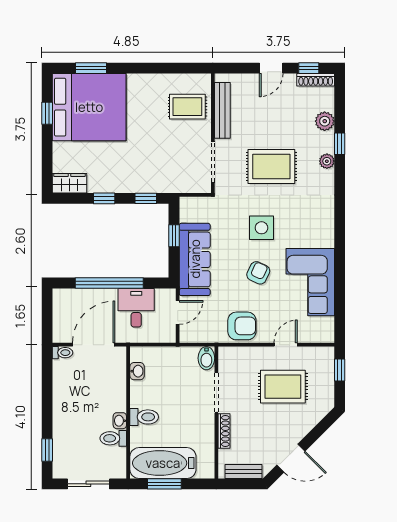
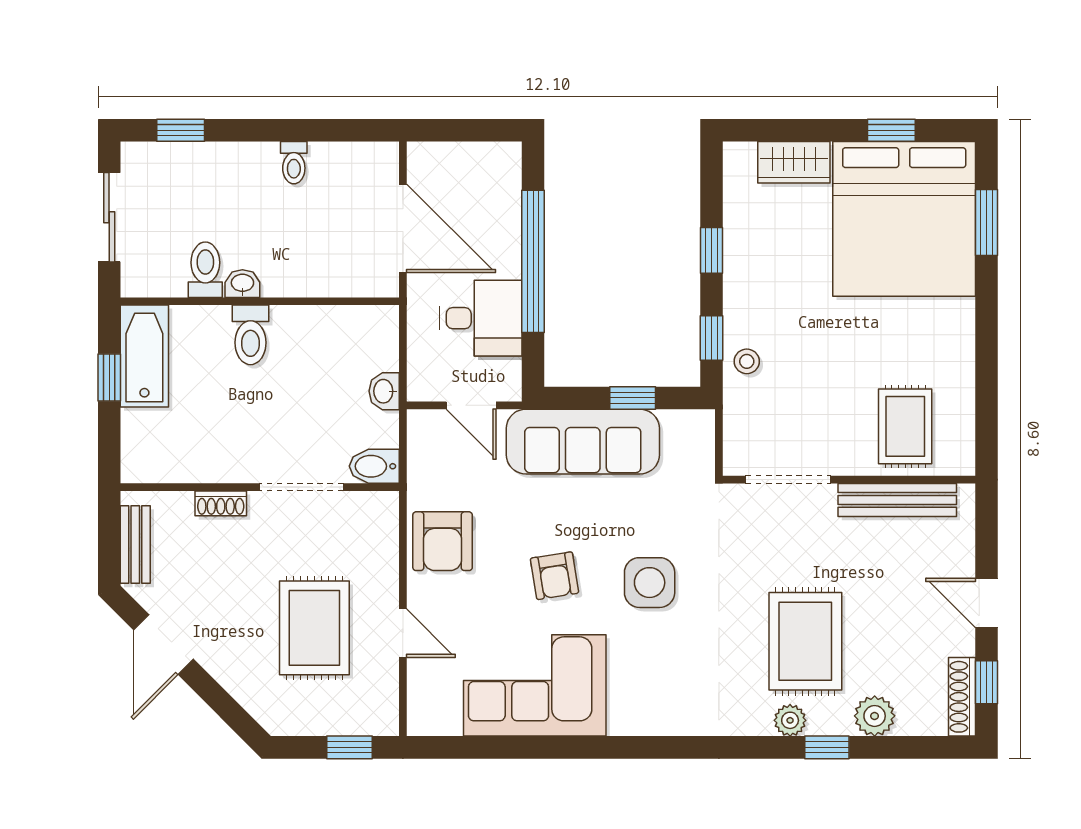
rug: (271, 166) -> (805, 641), moved
stool: (157, 182) -> (747, 361), added
wardrobe: (70, 183) -> (794, 162), moved, turned 90
armchair: (258, 273) -> (554, 576), turned 56
toilet: (63, 353) -> (294, 163), moved
washbasin: (137, 371) -> (384, 391), moved, turned 90
shoe rack: (224, 431) -> (221, 503), width x0.70
bathtub: (163, 463) -> (144, 356), width x0.73, depth x0.73
window: (164, 484) -> (109, 377), width x0.67

